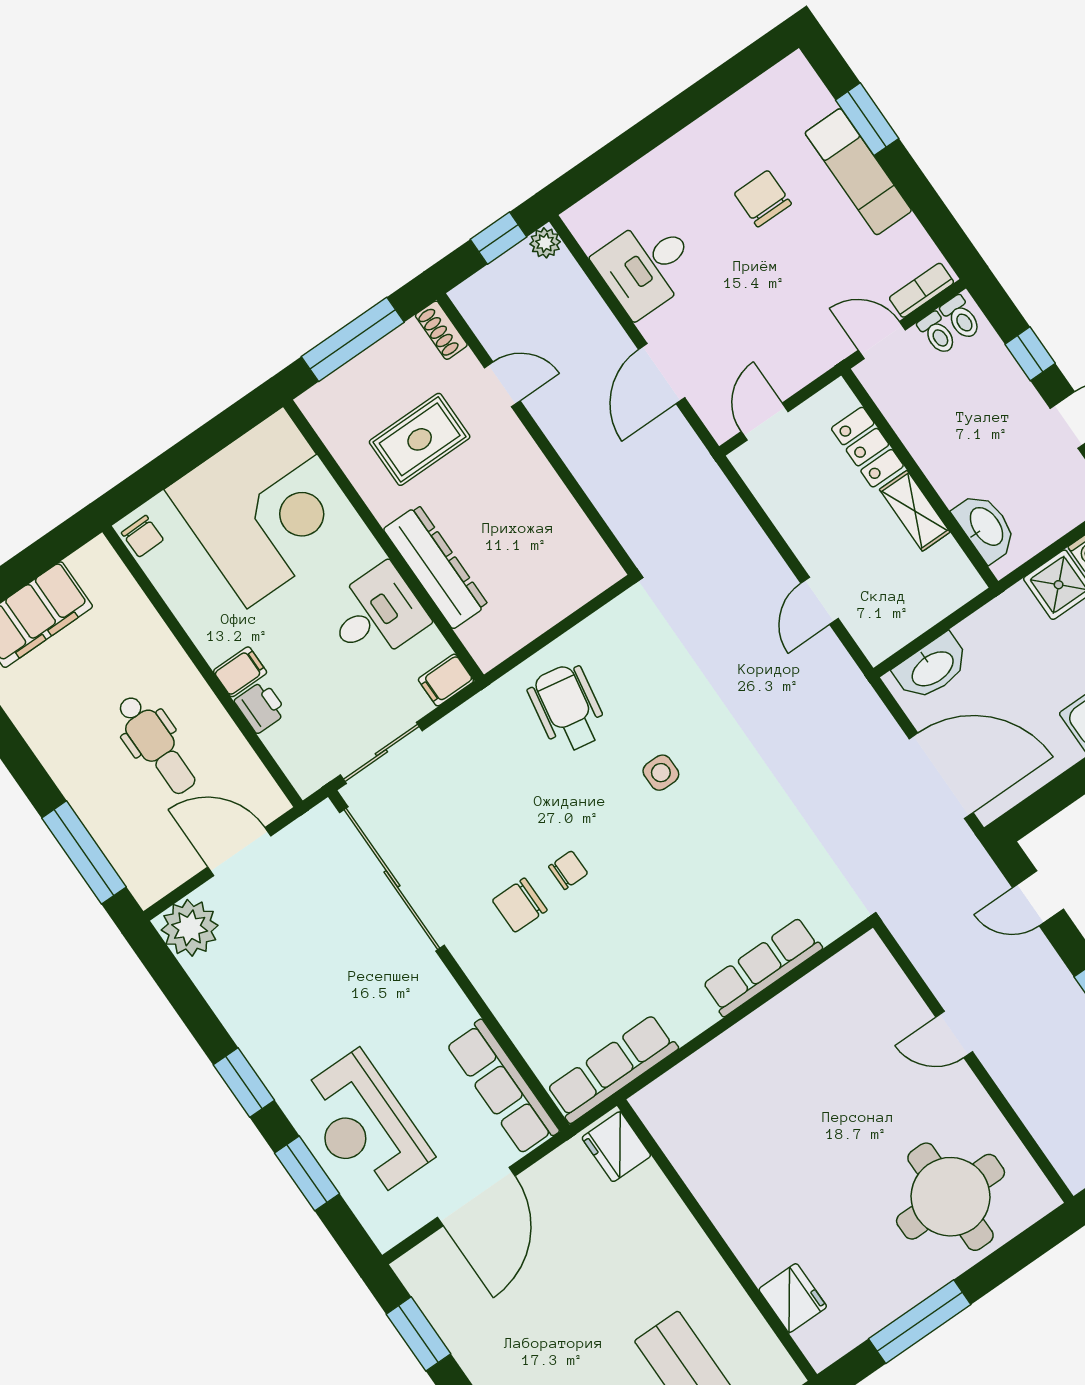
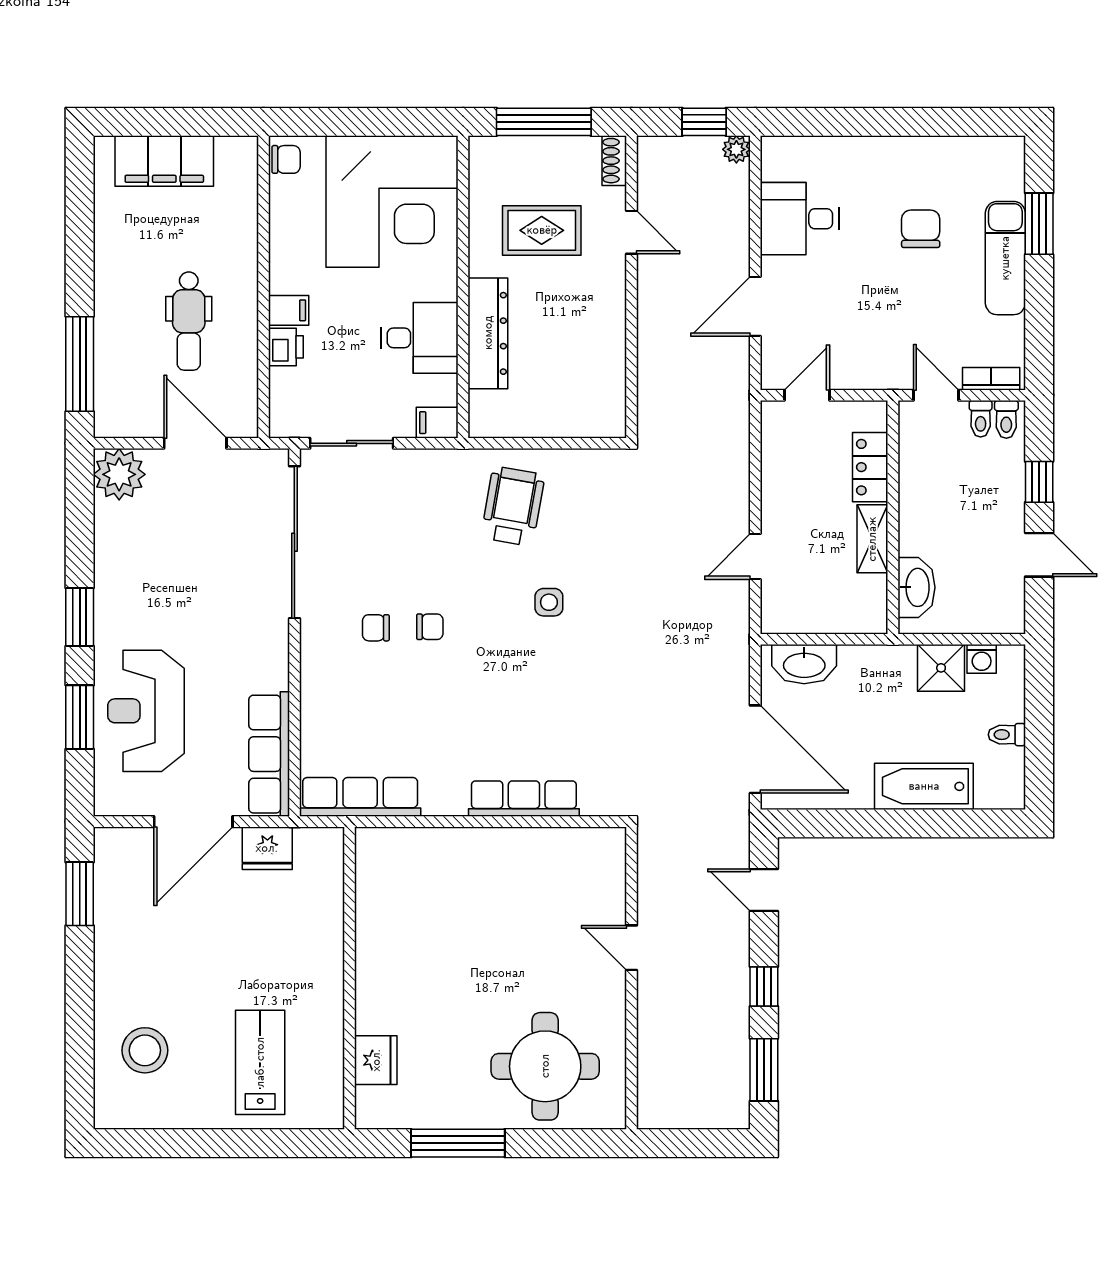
chair: (142, 536) -> (286, 159), turned -89
chair: (520, 905) -> (376, 628), width x0.73, depth x0.73
fridge: (616, 1147) -> (267, 848), moved, turned -90

